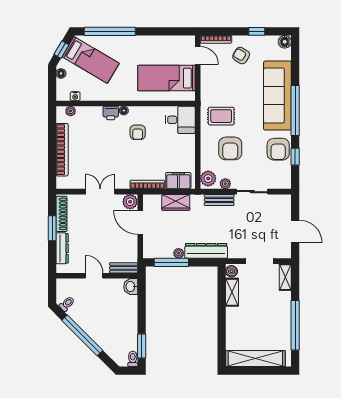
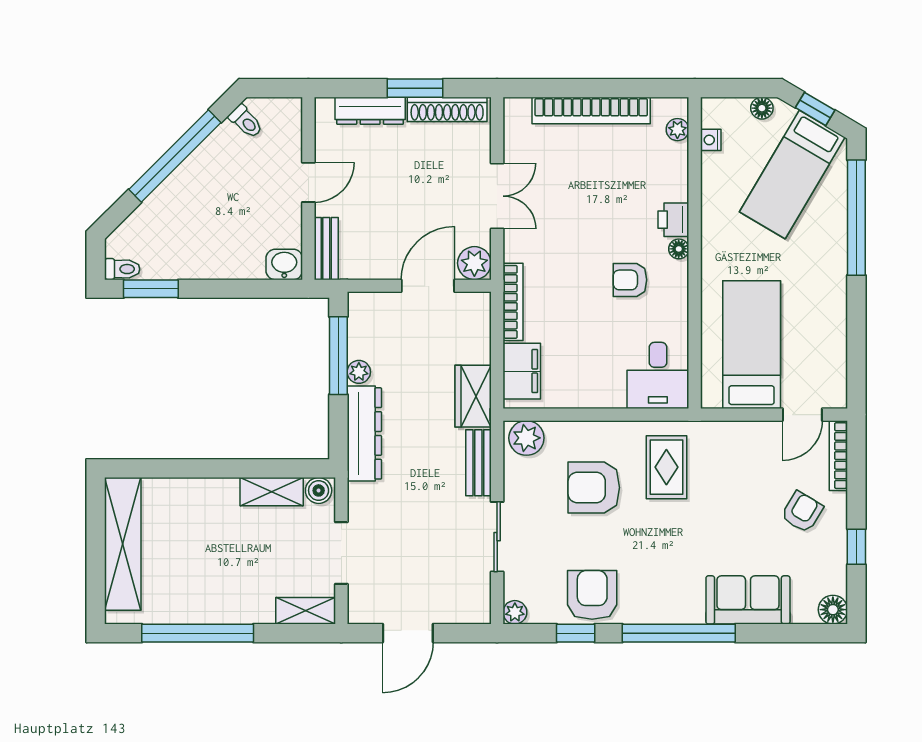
sofa: (277, 96) -> (748, 600), width x0.54, depth x0.79
armchair: (278, 149) -> (592, 595), turned 90
plant: (225, 184) -> (515, 612), moved
wardrobe: (176, 202) -> (473, 396), moved

